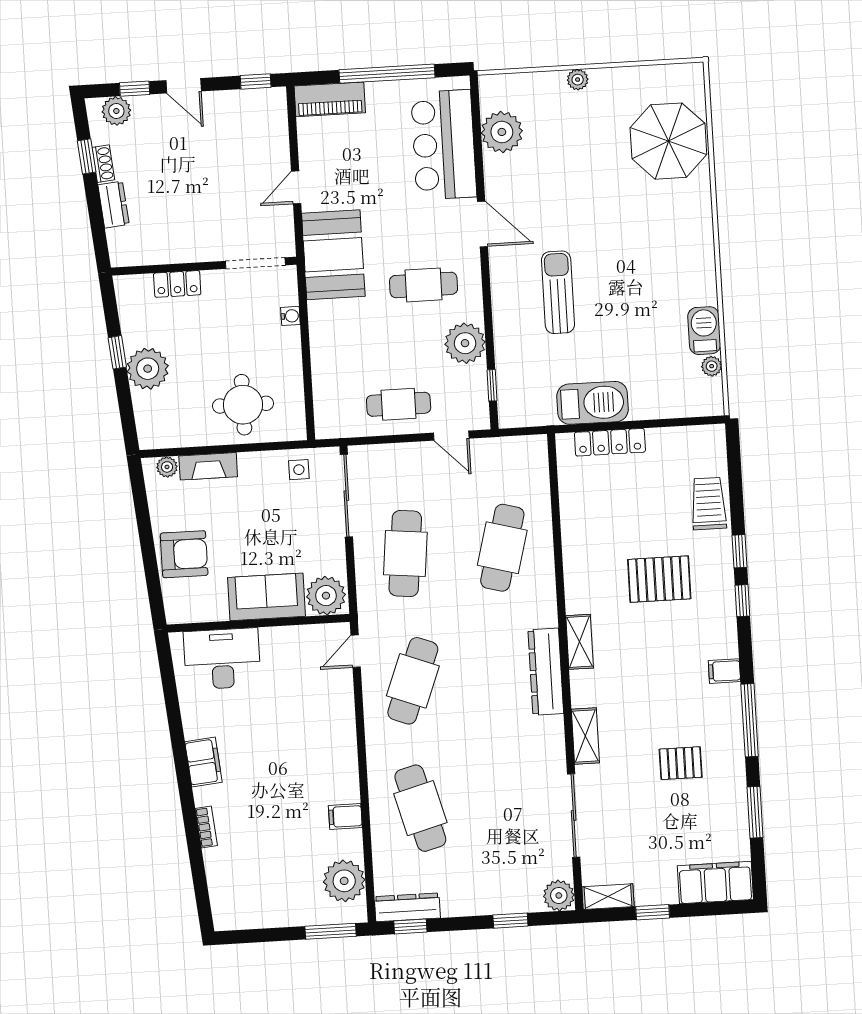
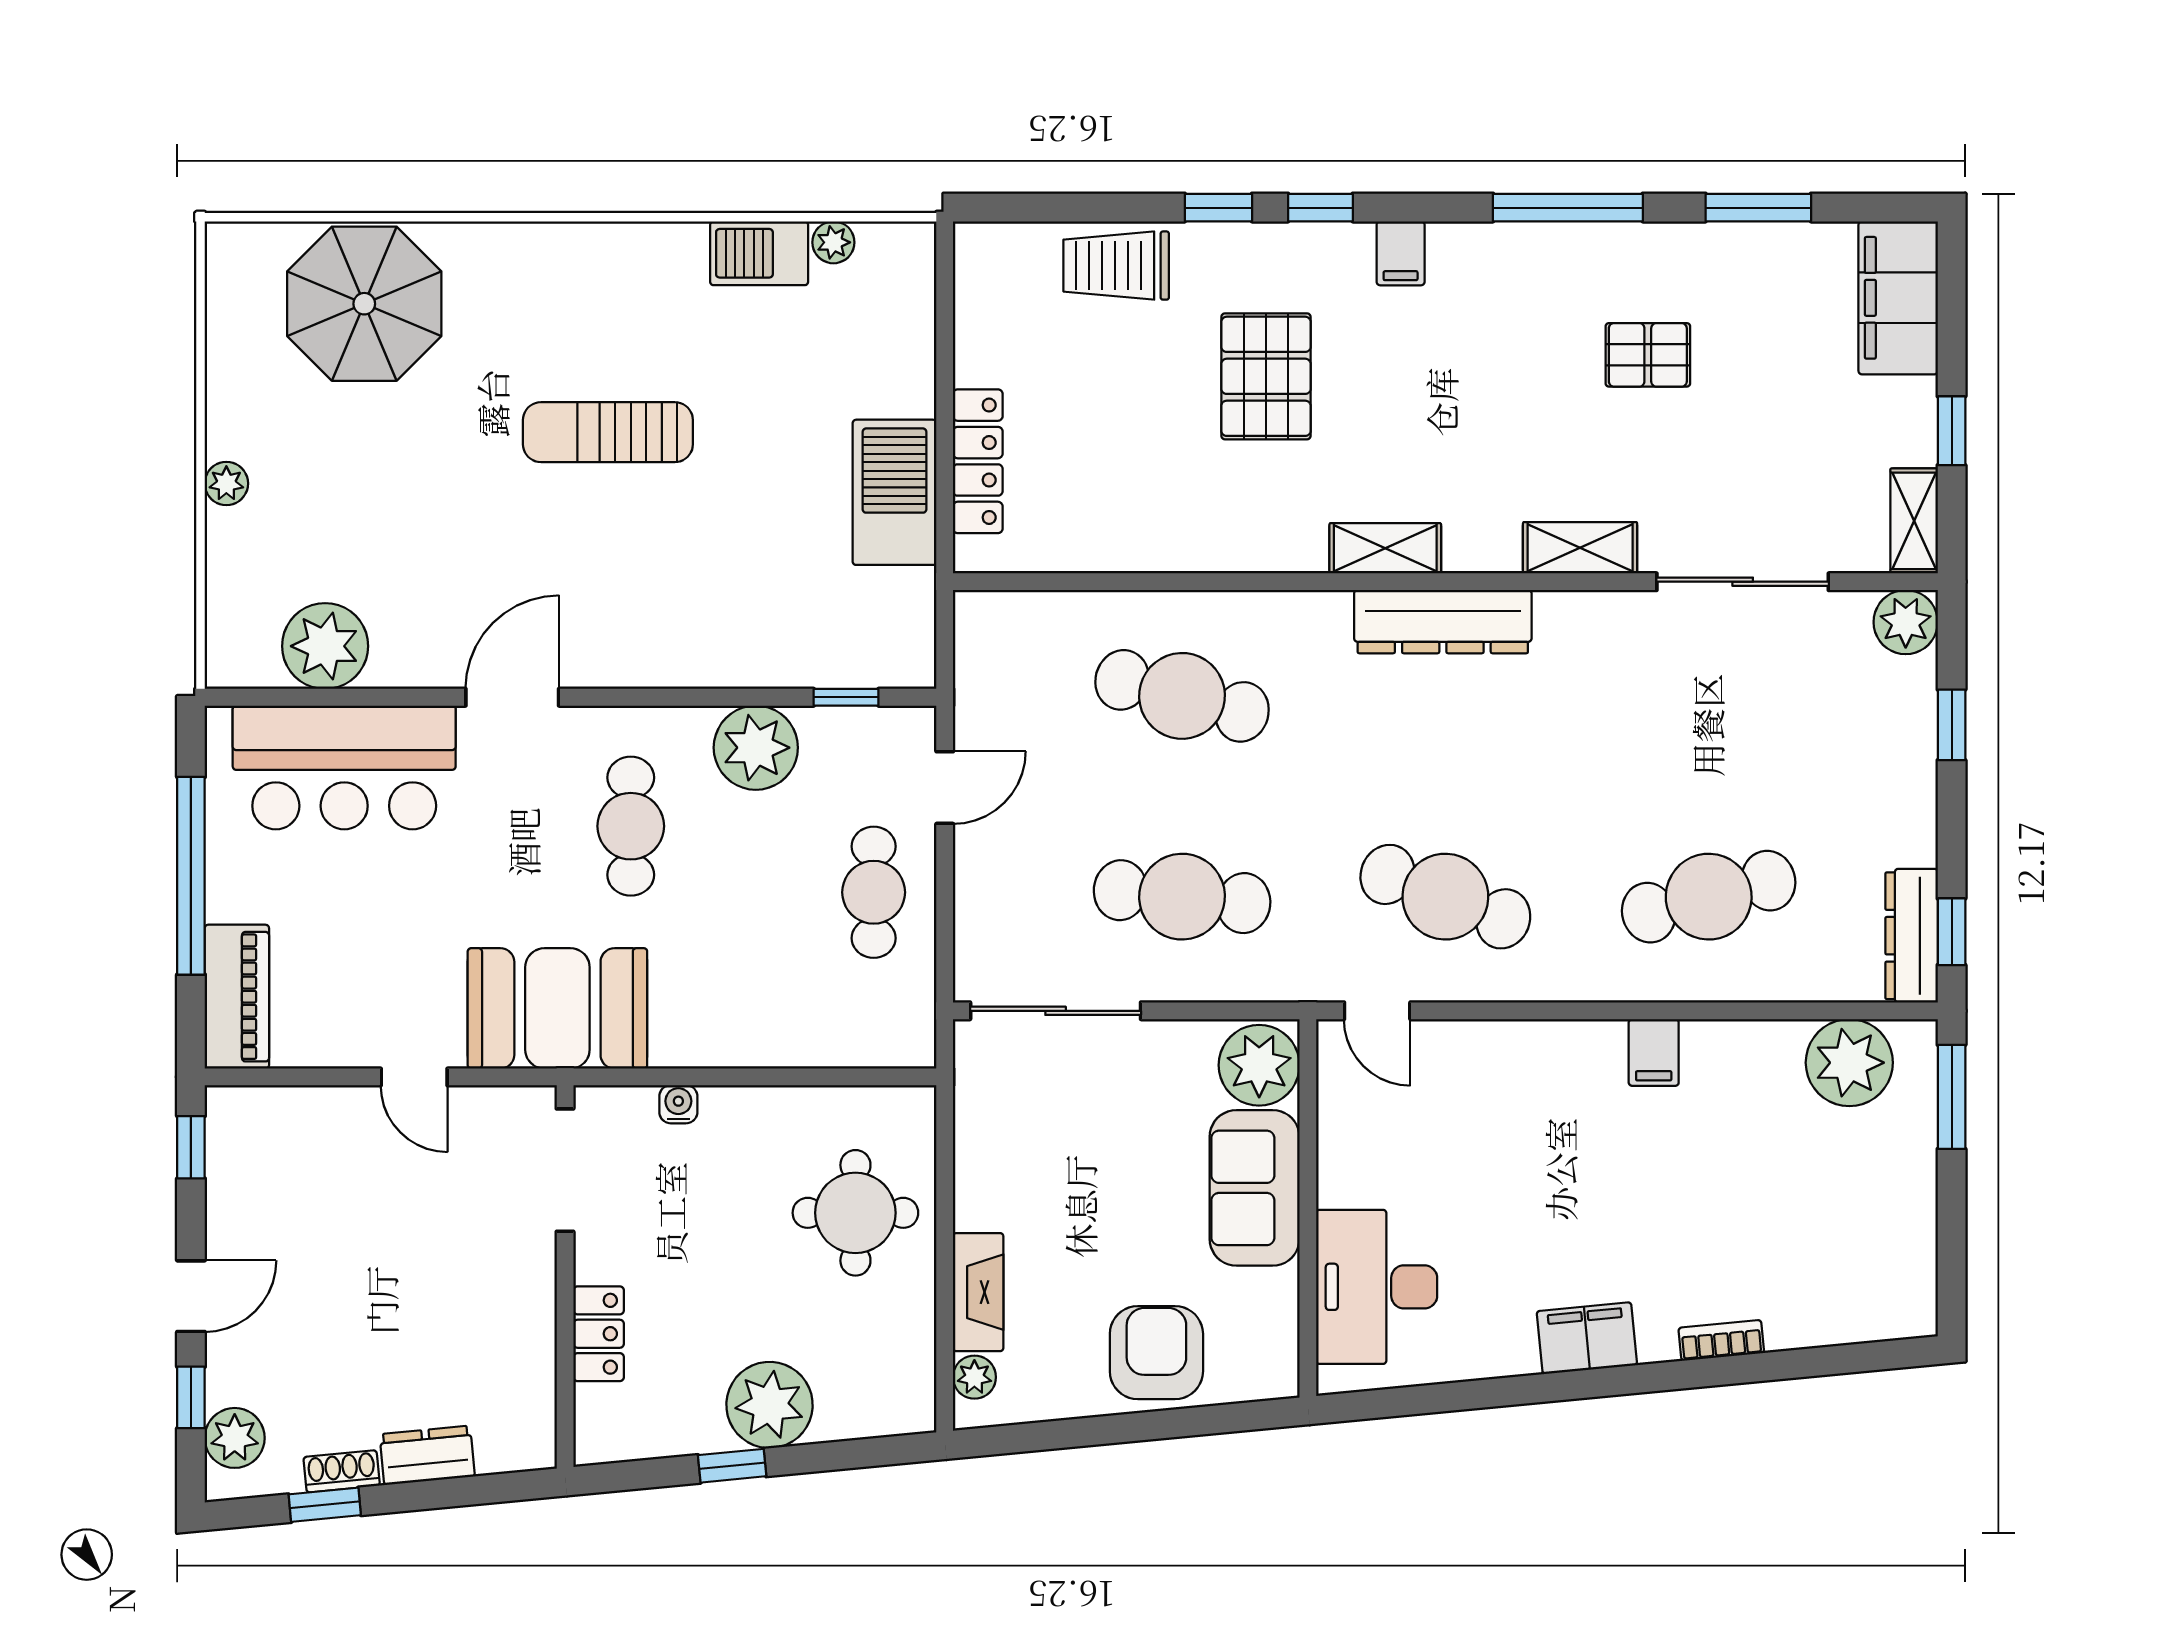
sun lounger: (558, 292) -> (608, 432), moved
side table: (299, 470) -> (996, 1106), removed
filing cabinet: (724, 671) -> (1401, 253), moved
pallet: (681, 763) -> (1648, 355), turned 90
filing cabinet: (345, 817) -> (1654, 1052), moved

